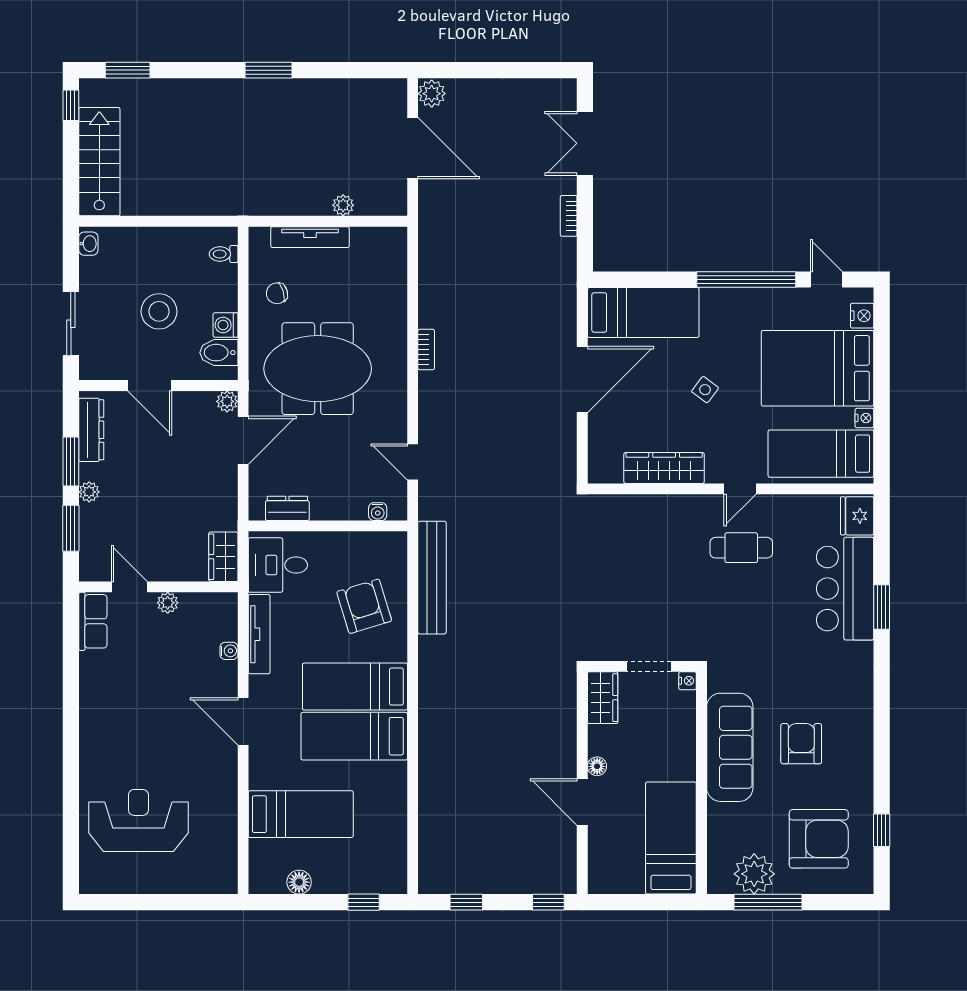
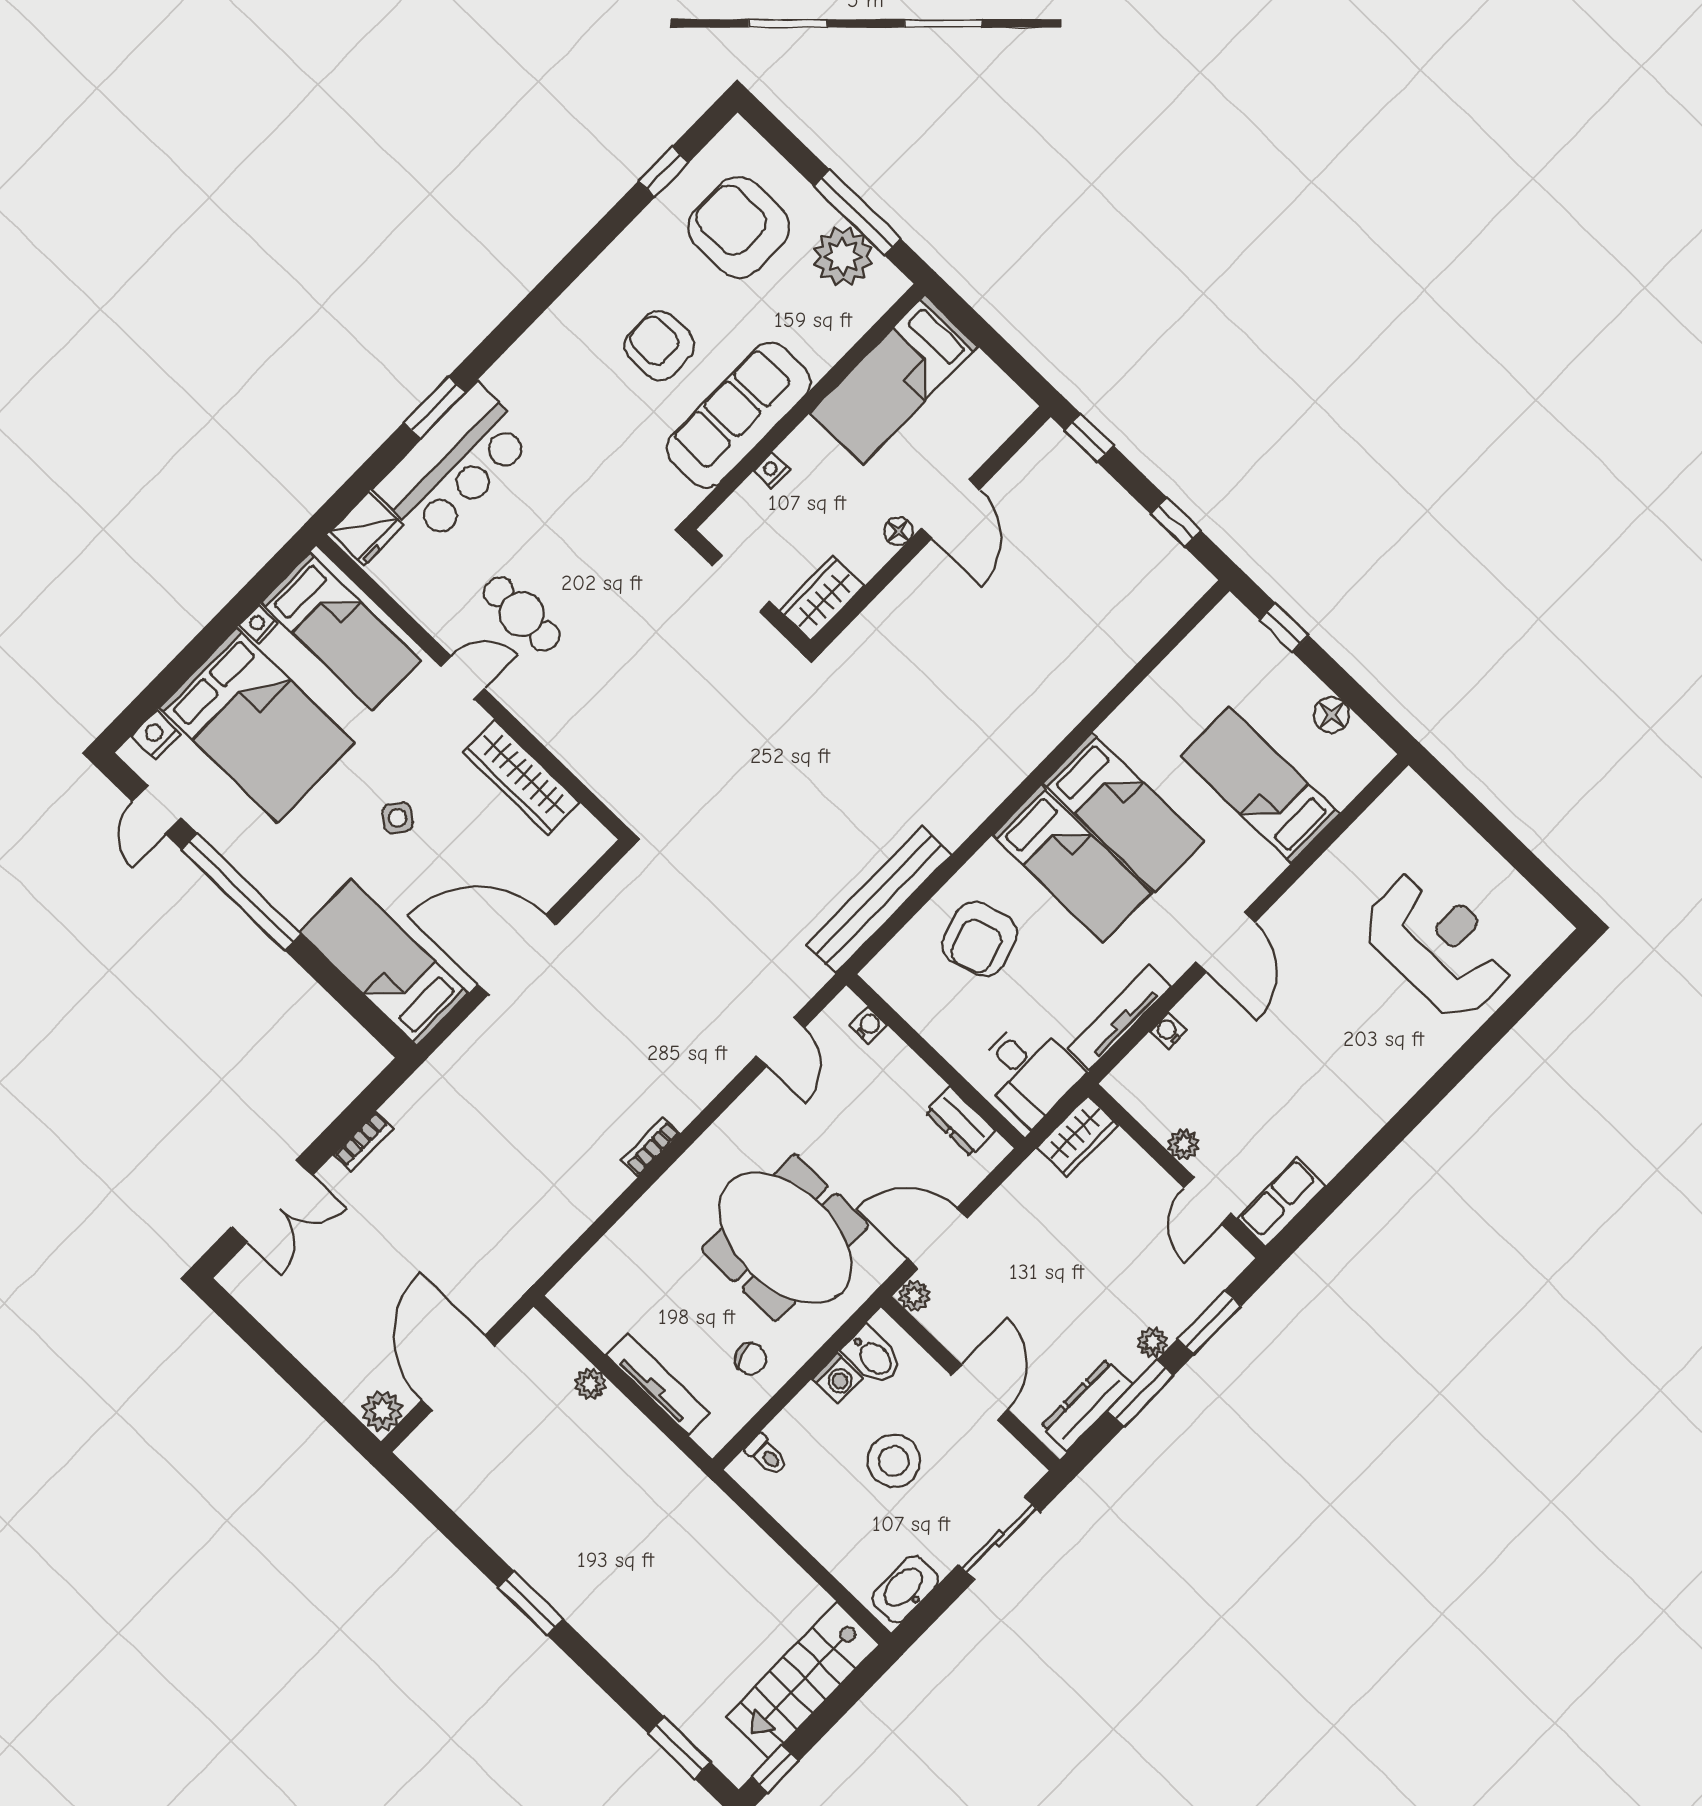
washbasin: (88, 244) -> (905, 1589), width x1.91, depth x1.45
nightstand: (688, 681) -> (772, 470), moved
armchair: (801, 744) -> (660, 346), turned 90
reception desk: (138, 821) -> (1438, 945), turned 180

